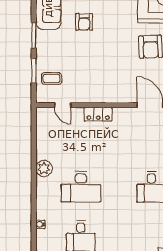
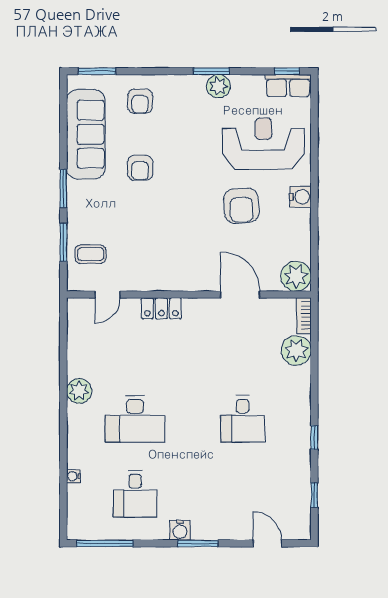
door: (63, 105) -> (107, 295), hinge flipped

